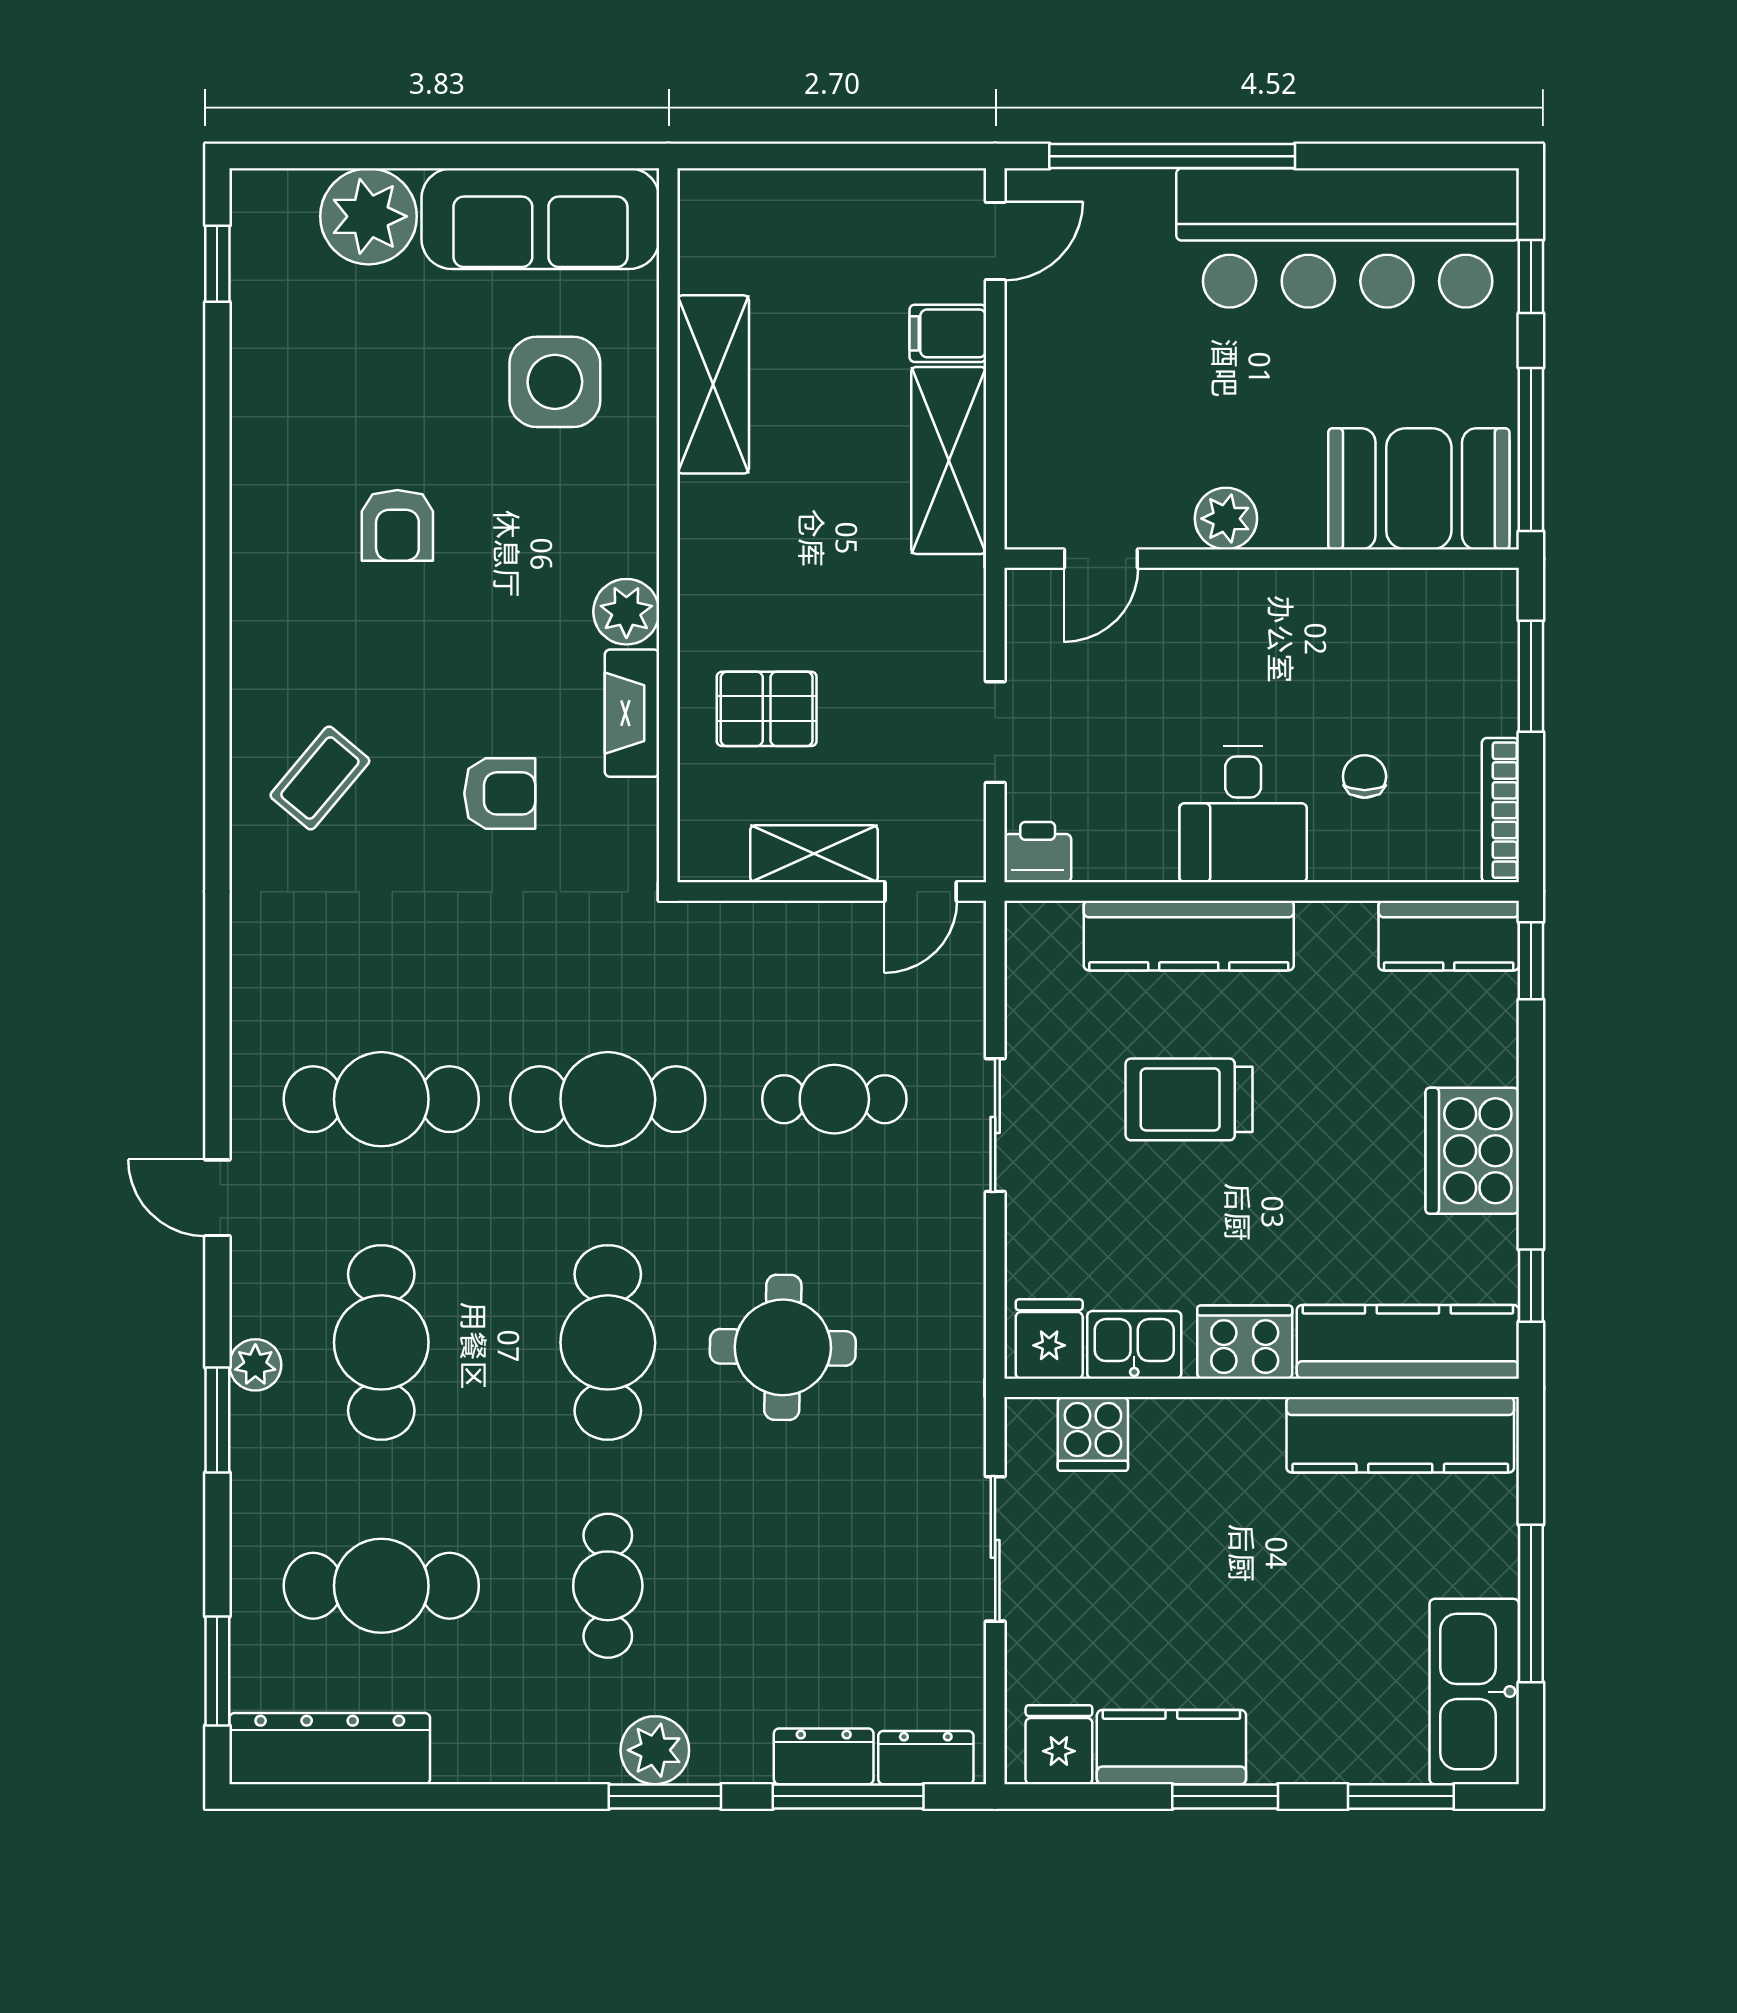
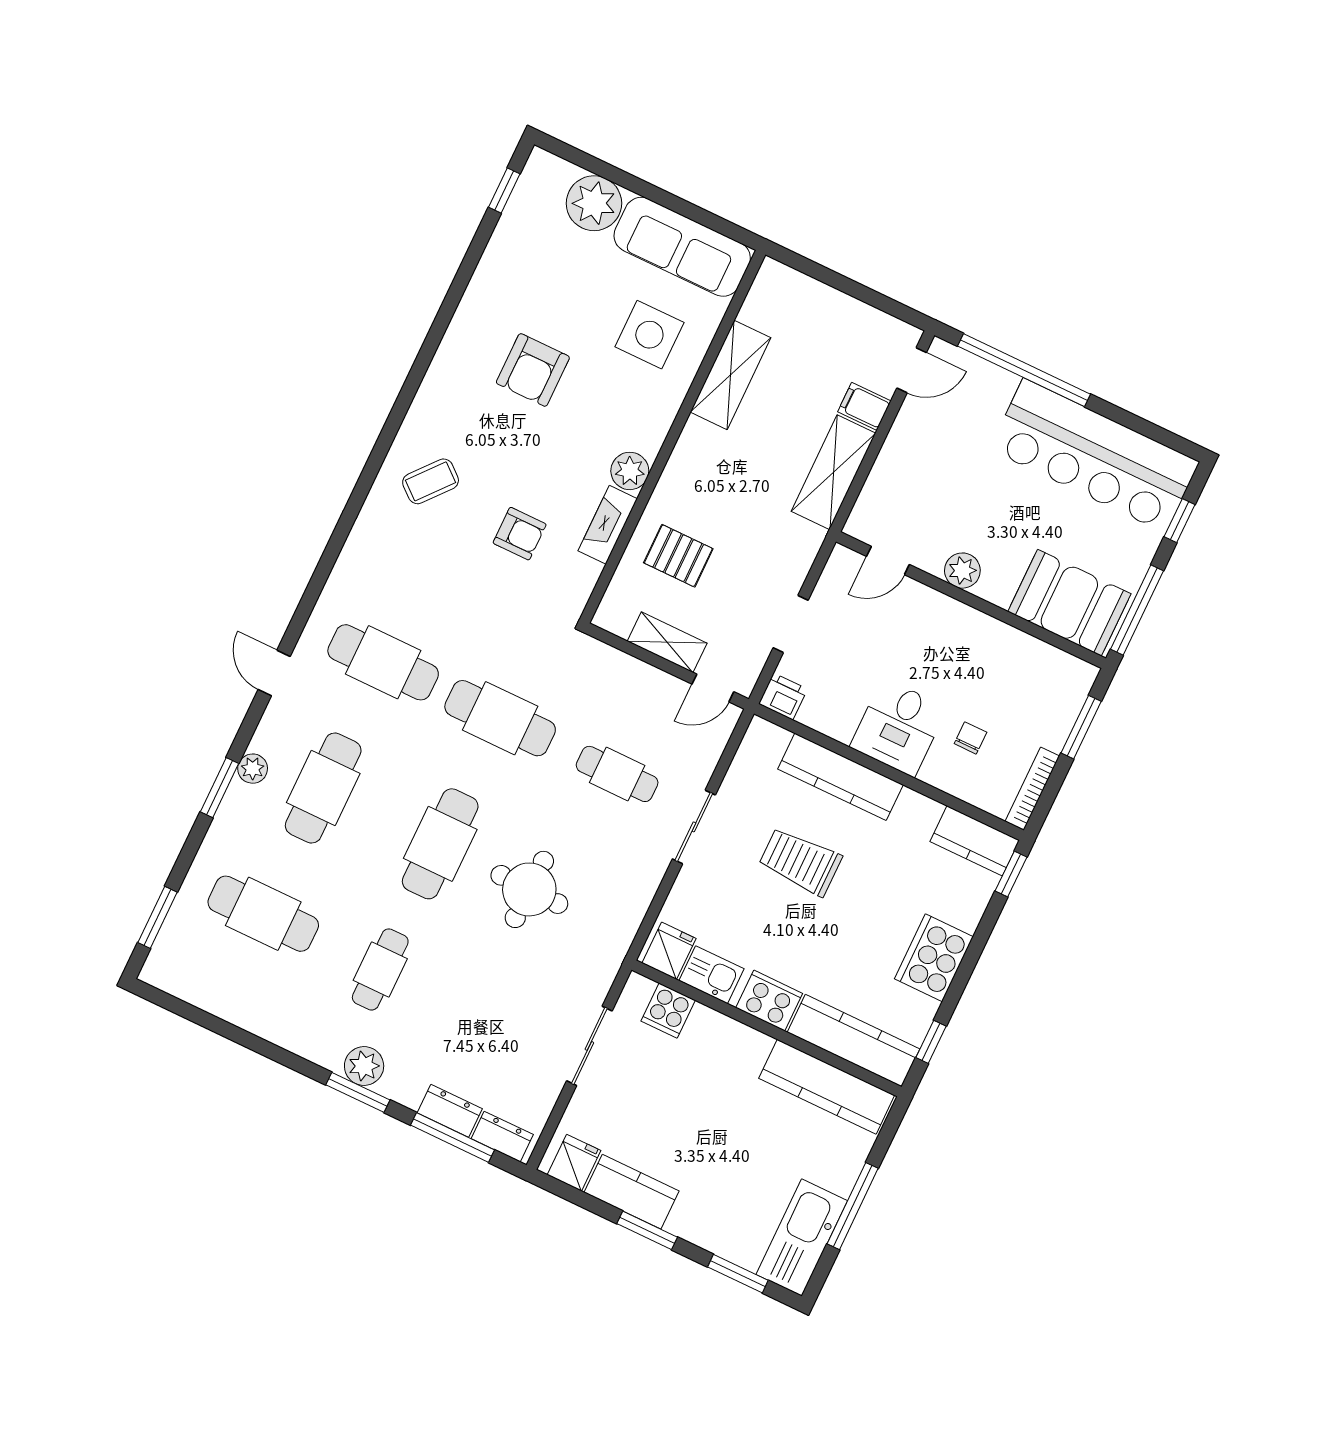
armchair: (397, 525) -> (533, 370), width x1.38, depth x1.38
dresser: (330, 1749) -> (196, 985), removed

